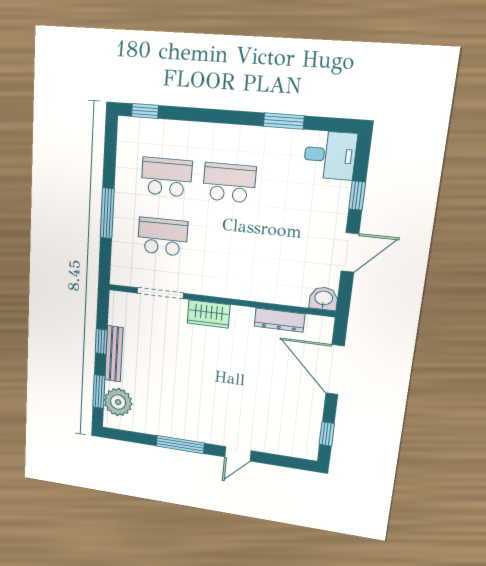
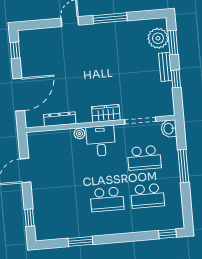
desk: (330, 155) -> (101, 141), moved, turned 90
window: (357, 196) -> (29, 218), moved
plant: (254, 293) -> (79, 134), added
washbasin: (324, 299) -> (169, 129), moved, turned 90
bench: (114, 354) -> (165, 67), width x0.73
door: (335, 370) -> (19, 95), hinge flipped

